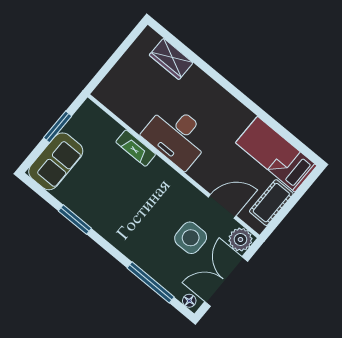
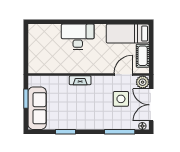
wardrobe: (171, 59) -> (50, 30), removed
desk: (177, 136) -> (78, 37), moved, turned 180
fireplace: (136, 148) -> (80, 80), moved
sofa: (56, 161) -> (37, 108), width x1.36

